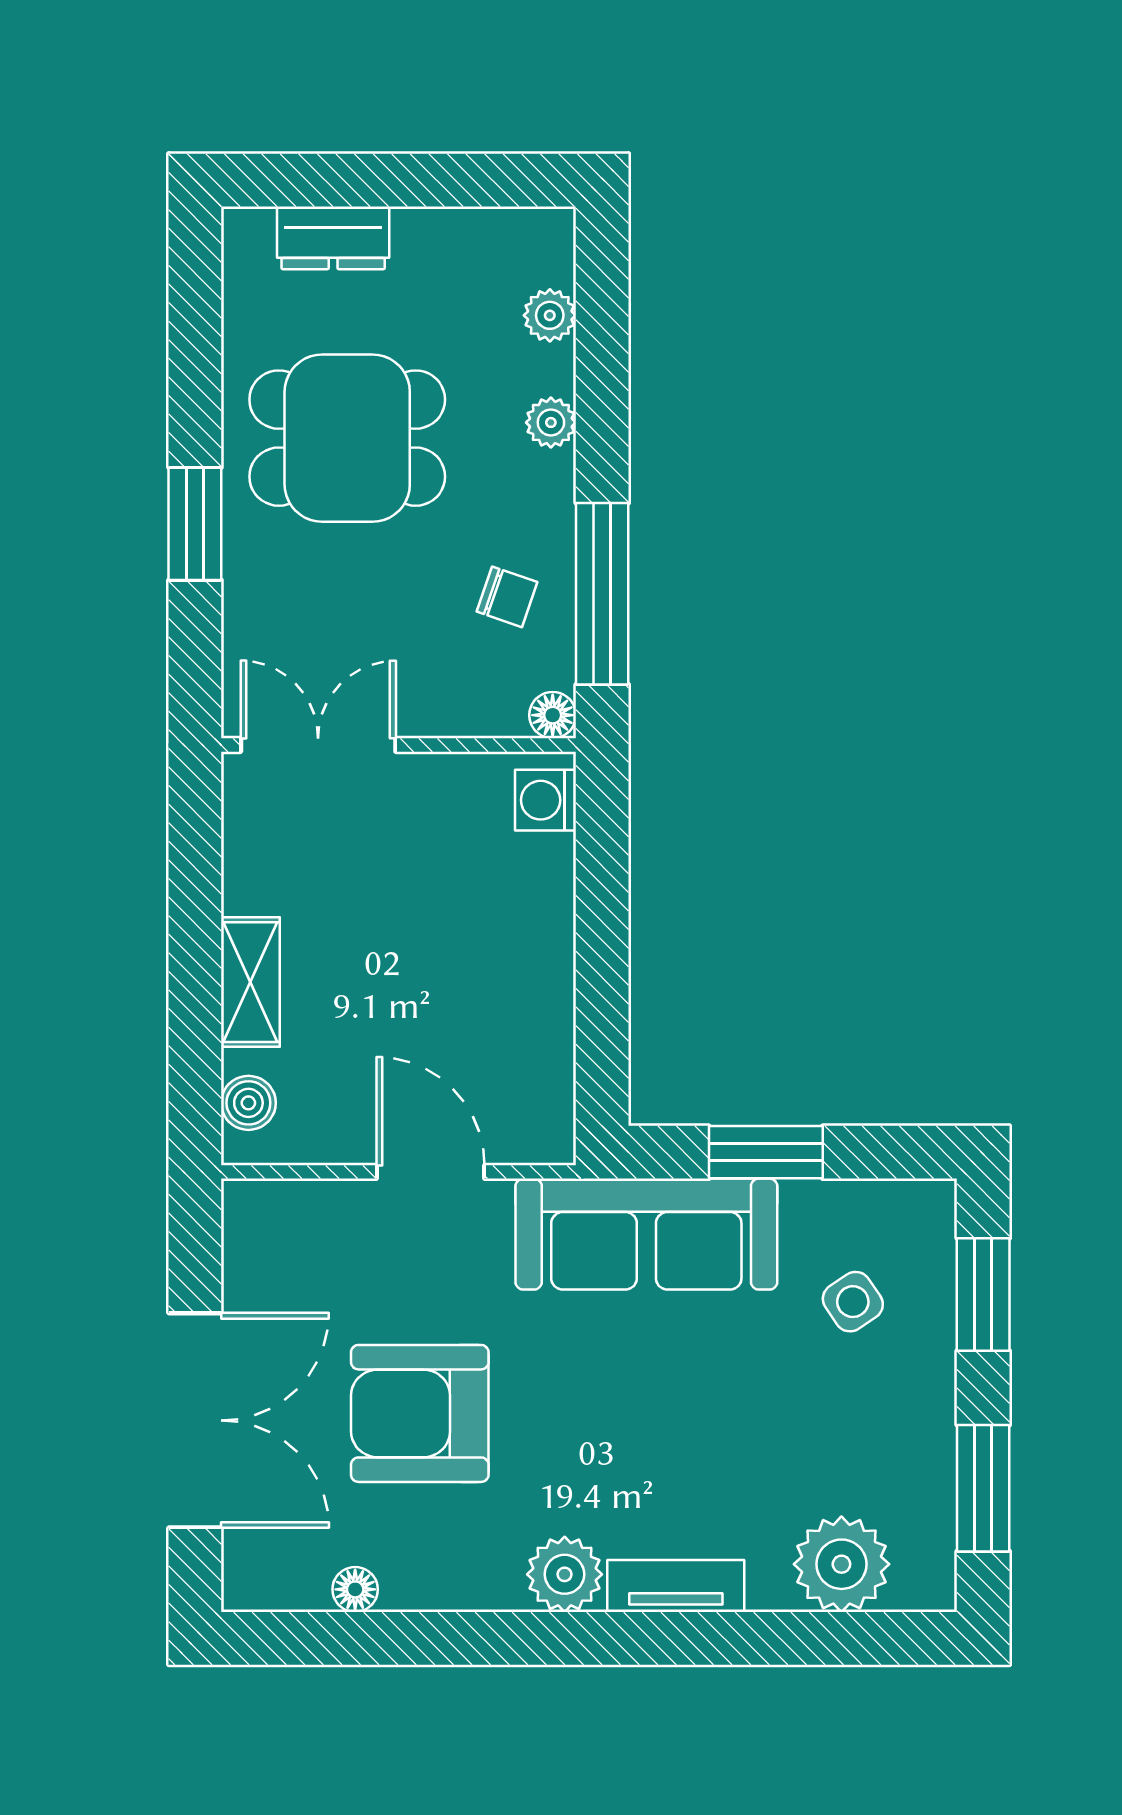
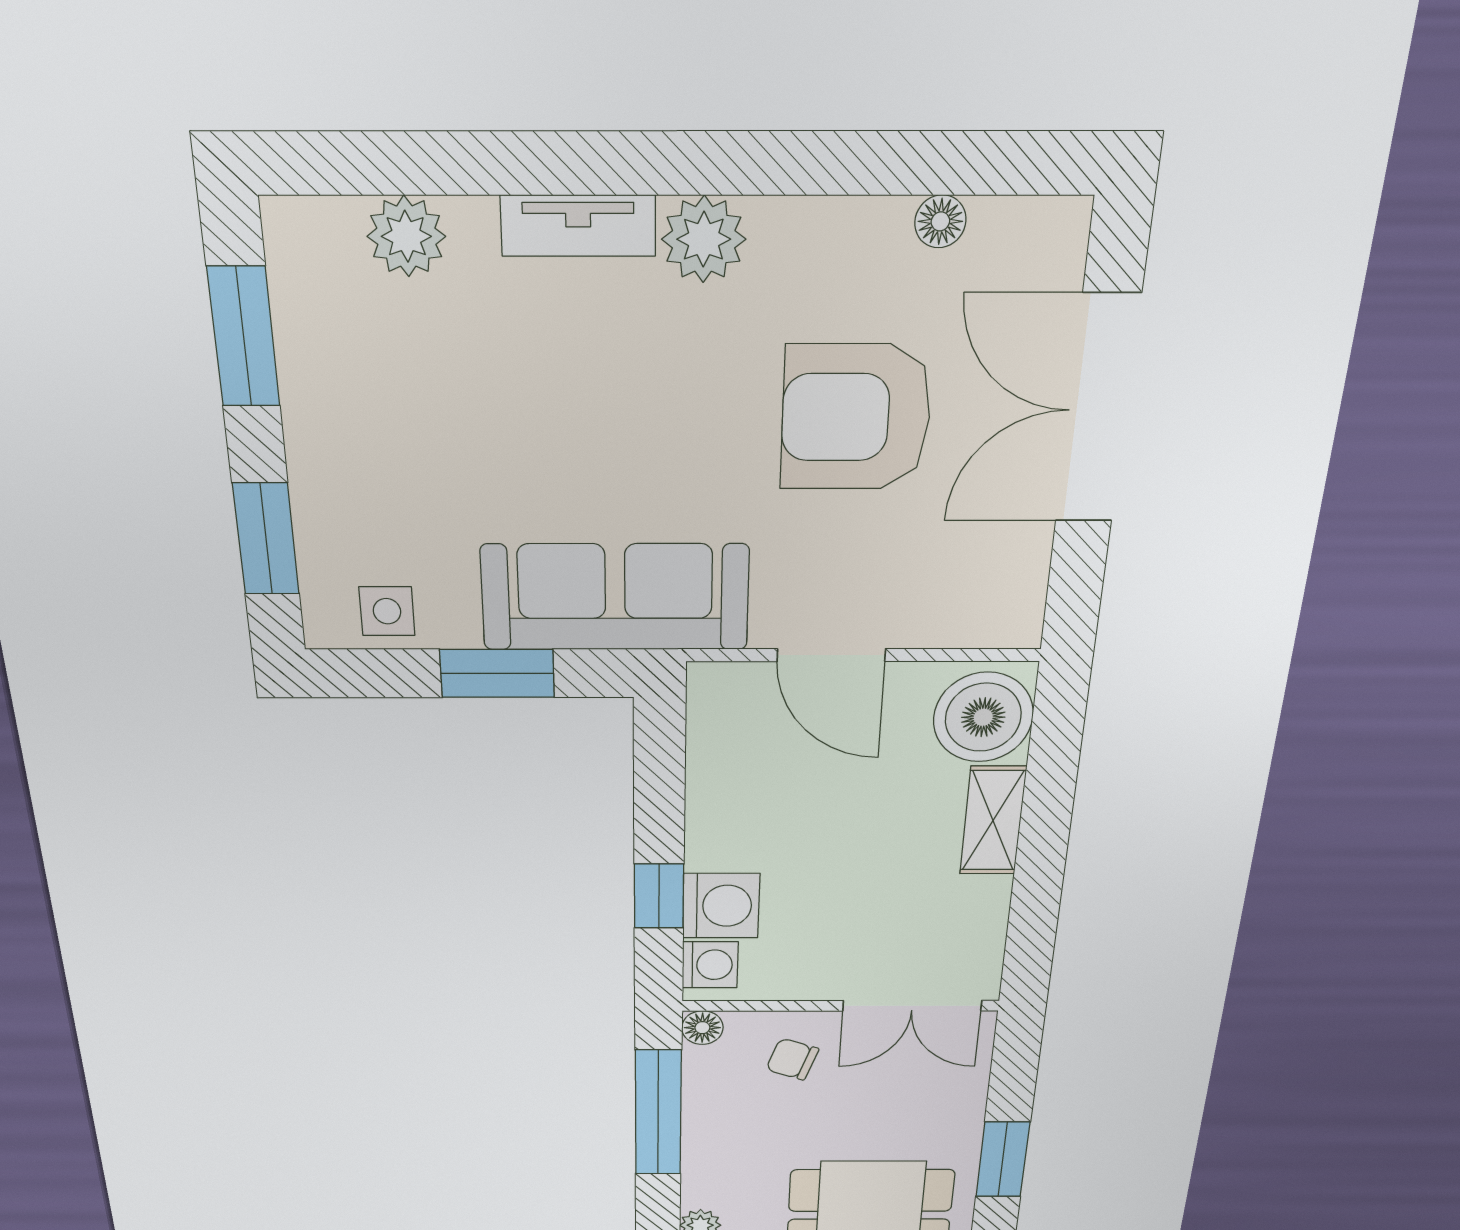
chair: (507, 597) -> (792, 1059), moved
washing machine: (535, 877) -> (721, 906), added
window: (602, 889) -> (659, 896), added
boiler: (248, 1103) -> (983, 717), width x1.86, depth x1.86
side table: (853, 1302) -> (387, 611), moved, turned 34
armchair: (420, 1413) -> (856, 417), turned 180
plant: (841, 1564) -> (406, 236), width x0.73, depth x0.73

